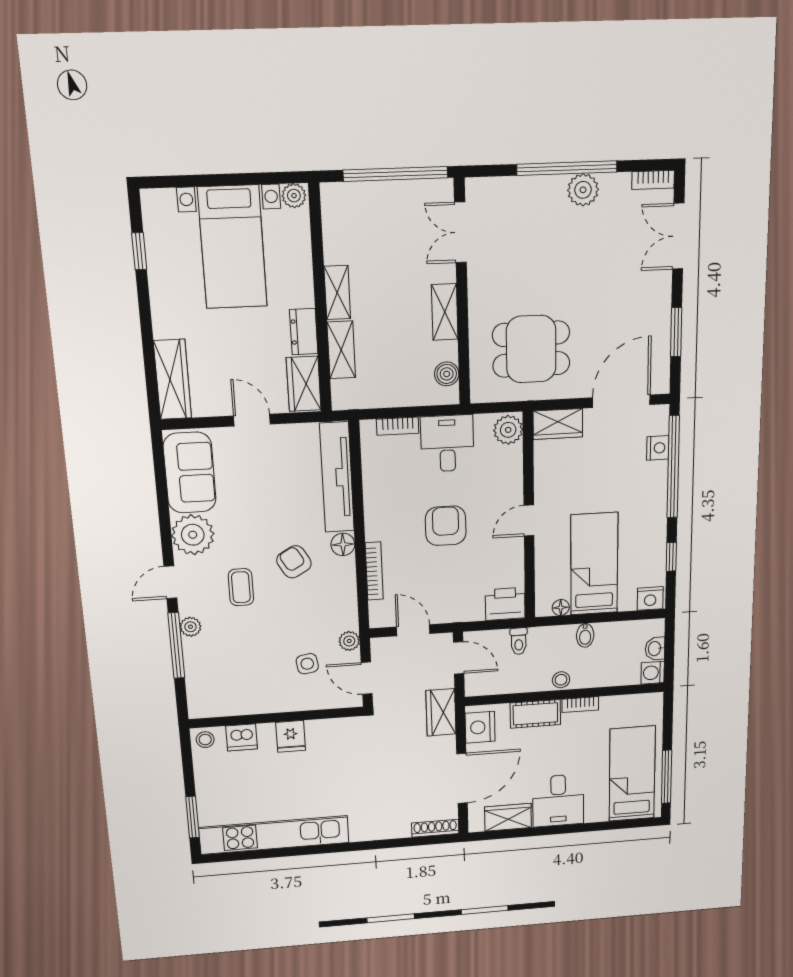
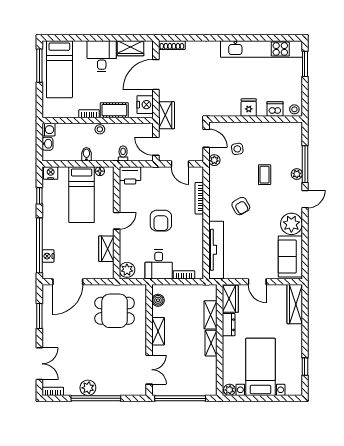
wardrobe: (558, 424) -> (106, 249), moved, turned -90
floor lamp: (343, 544) -> (215, 214), removed
coffee table: (241, 587) -> (265, 175), moved

